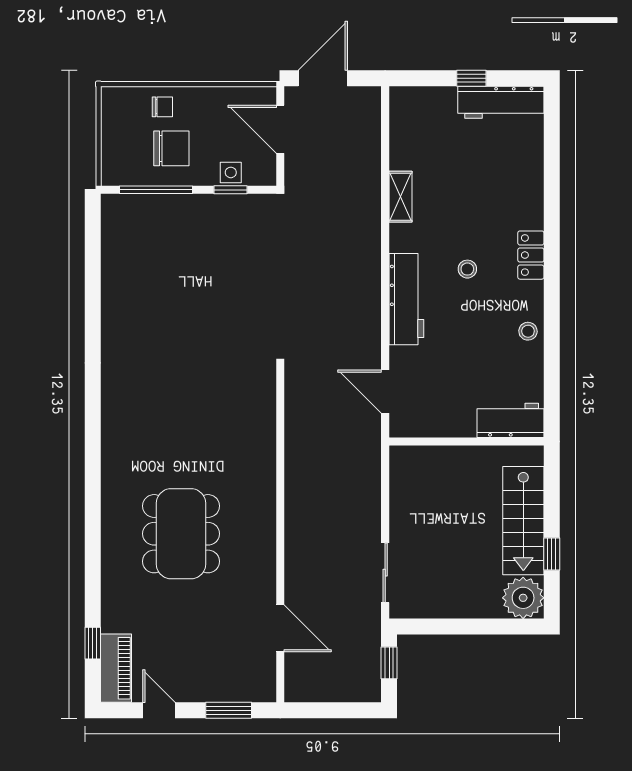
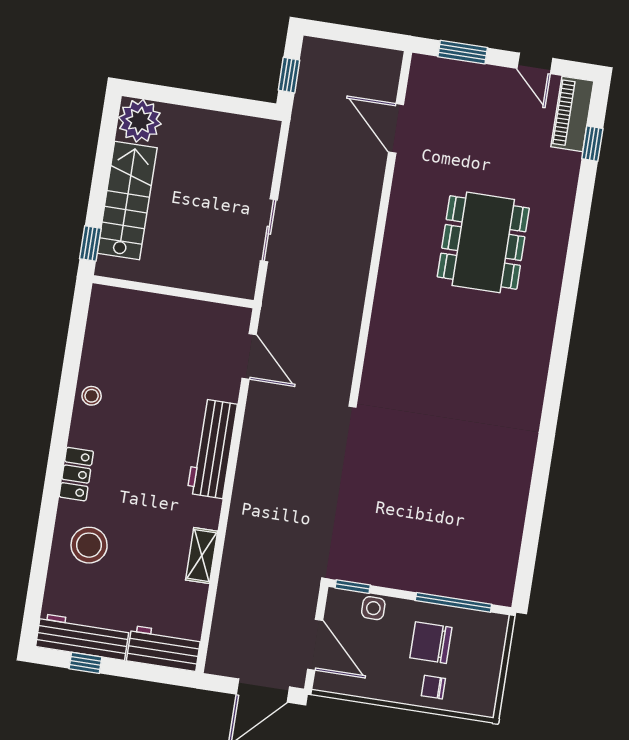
window: (471, 78) -> (85, 663), moved
window: (230, 190) -> (353, 587), moved
stool: (467, 269) -> (89, 545), moved, width x1.89, depth x1.89
workbench: (510, 420) -> (164, 648), moved, turned 180
window: (552, 554) -> (90, 243), moved
sliding door: (385, 573) -> (269, 230), moved

